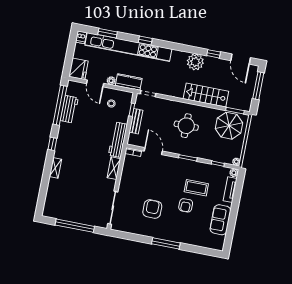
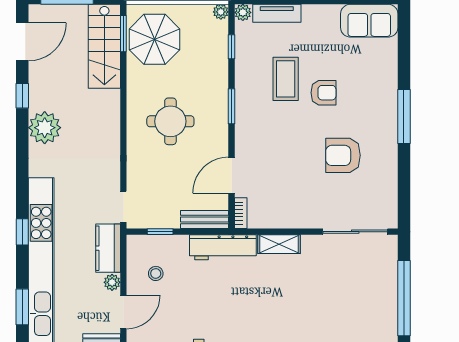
stairs: (206, 95) -> (104, 46), moved
bench: (136, 121) -> (205, 219), moved
sofa: (220, 220) -> (369, 21), moved

